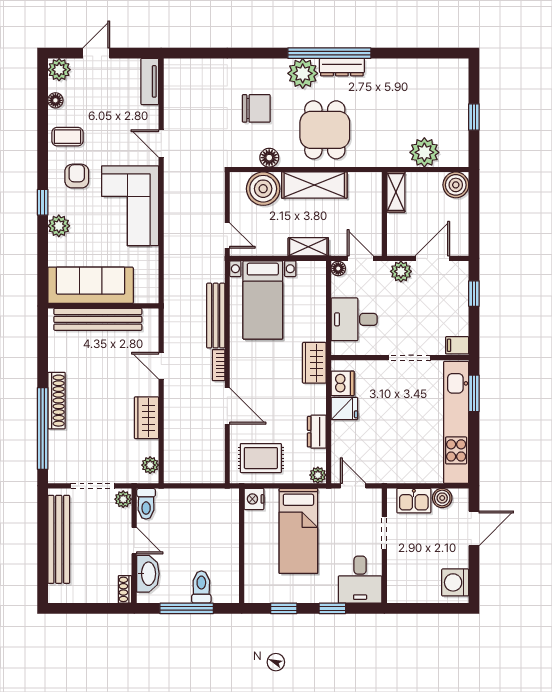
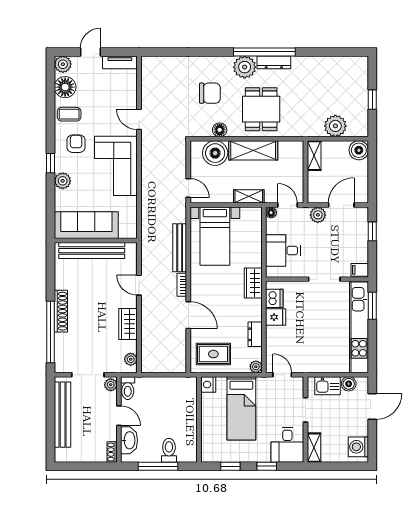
tv unit: (150, 81) -> (120, 62), moved, turned -90
floor lamp: (55, 100) -> (65, 87), width x1.89, depth x1.89
shelving: (396, 584) -> (314, 448), added

